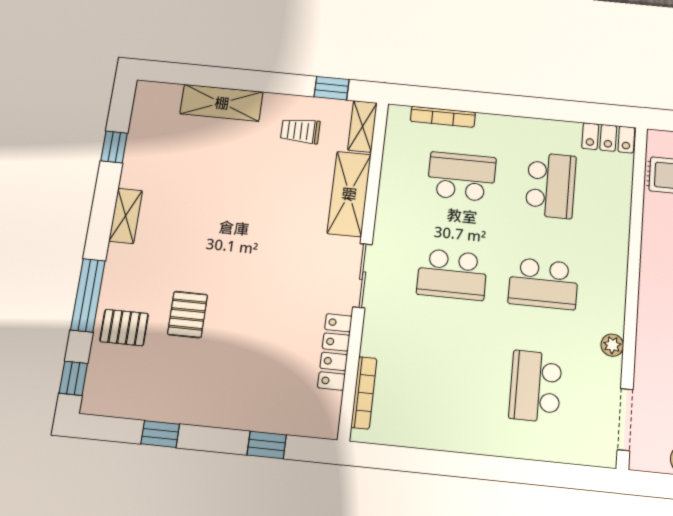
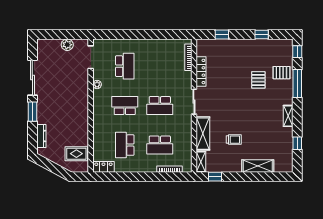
trolley: (300, 131) -> (234, 140), moved
school desk: (452, 274) -> (160, 106), turned 180

